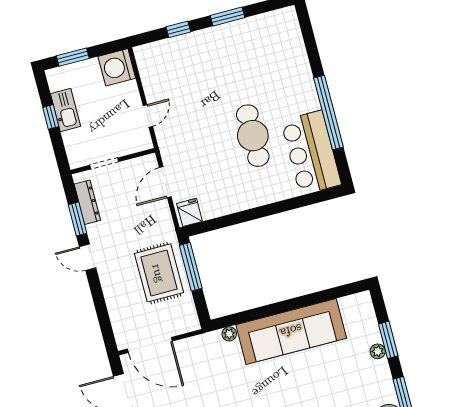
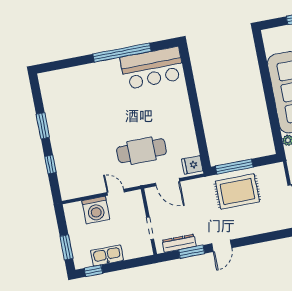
washing machine: (117, 67) -> (96, 210), moved
window: (51, 117) -> (93, 271), moved
cafe table: (253, 136) -> (141, 151), moved

